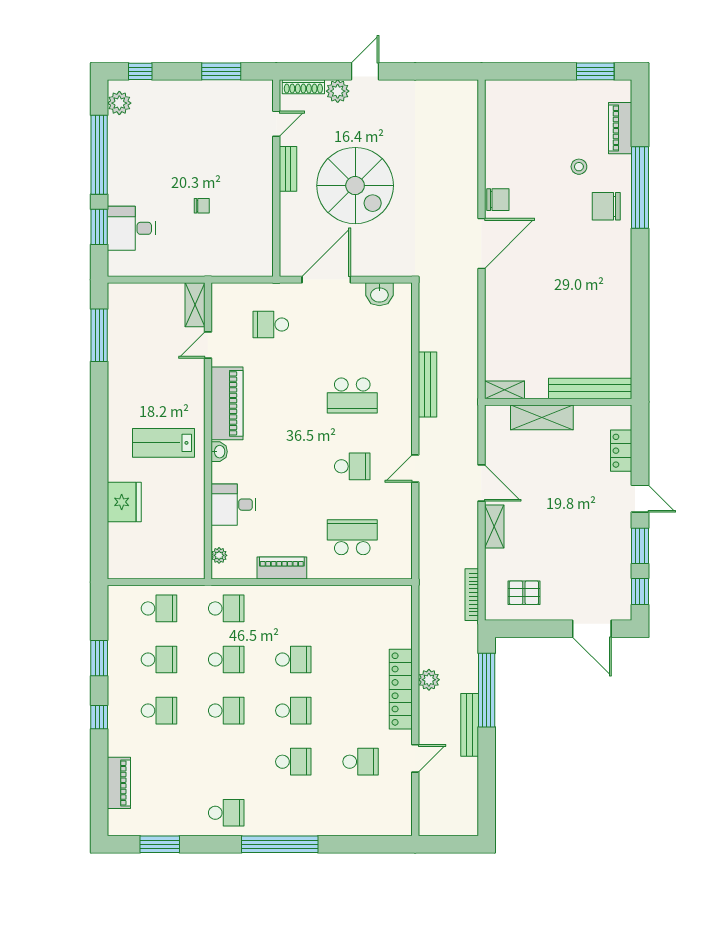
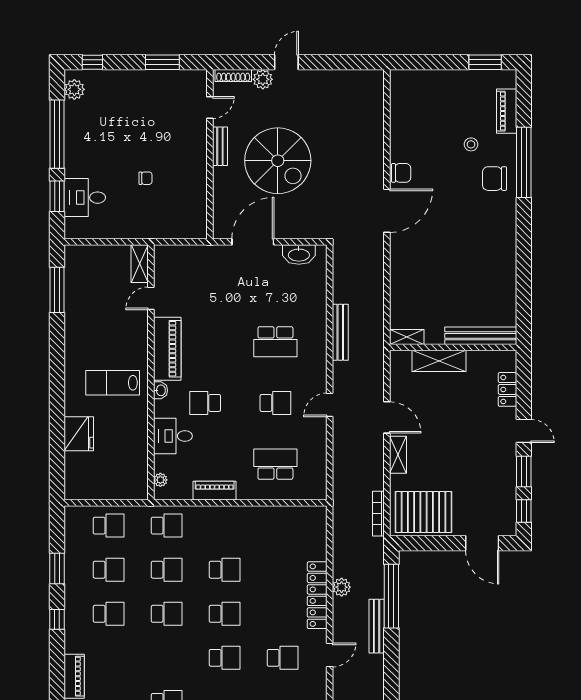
washbasin: (379, 294) -> (299, 255), width x1.38
school desk: (271, 325) -> (205, 403), moved
pallet: (524, 593) -> (423, 512), width x2.05, depth x2.00

